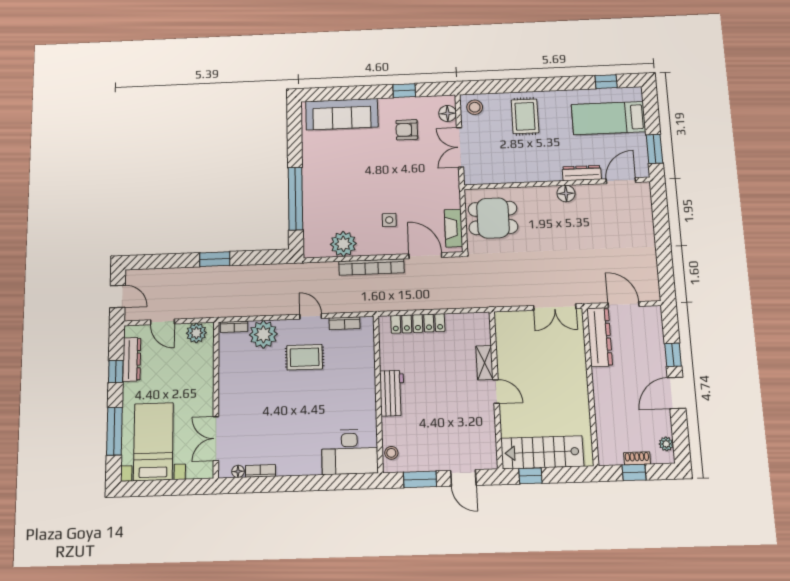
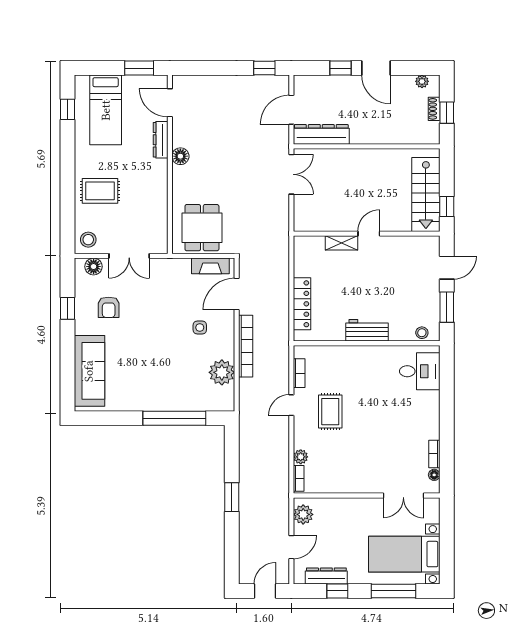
window: (666, 275) -> (264, 68), added
plant: (263, 334) -> (301, 457), width x0.53, depth x0.53
desk: (350, 452) -> (420, 371), width x0.73

